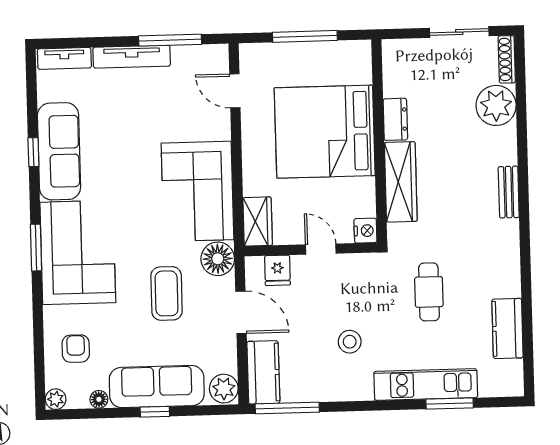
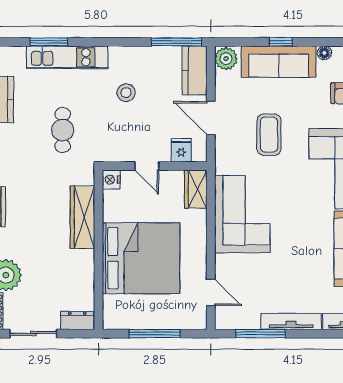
dresser: (395, 119) -> (77, 320), moved, turned 90
floor lamp: (218, 259) -> (228, 161), removed

